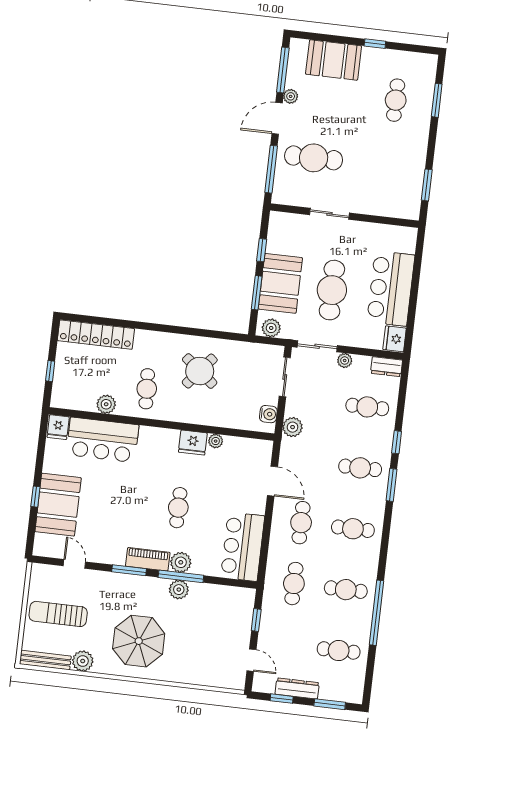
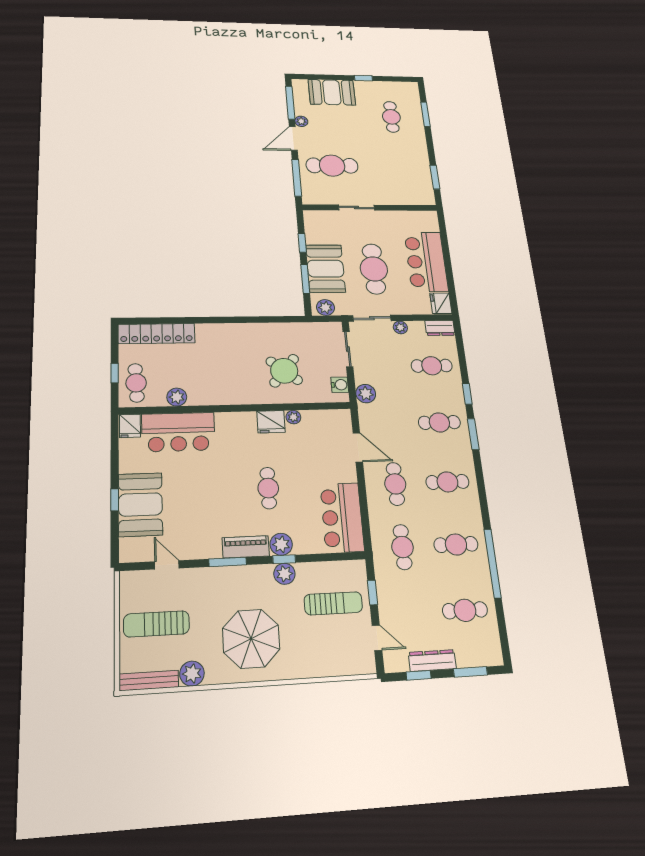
round table: (200, 371) -> (284, 371), moved
cafe table: (147, 389) -> (136, 383), moved
window: (181, 576) -> (284, 559), width x0.46
sun lounger: (218, 623) -> (333, 603), added

